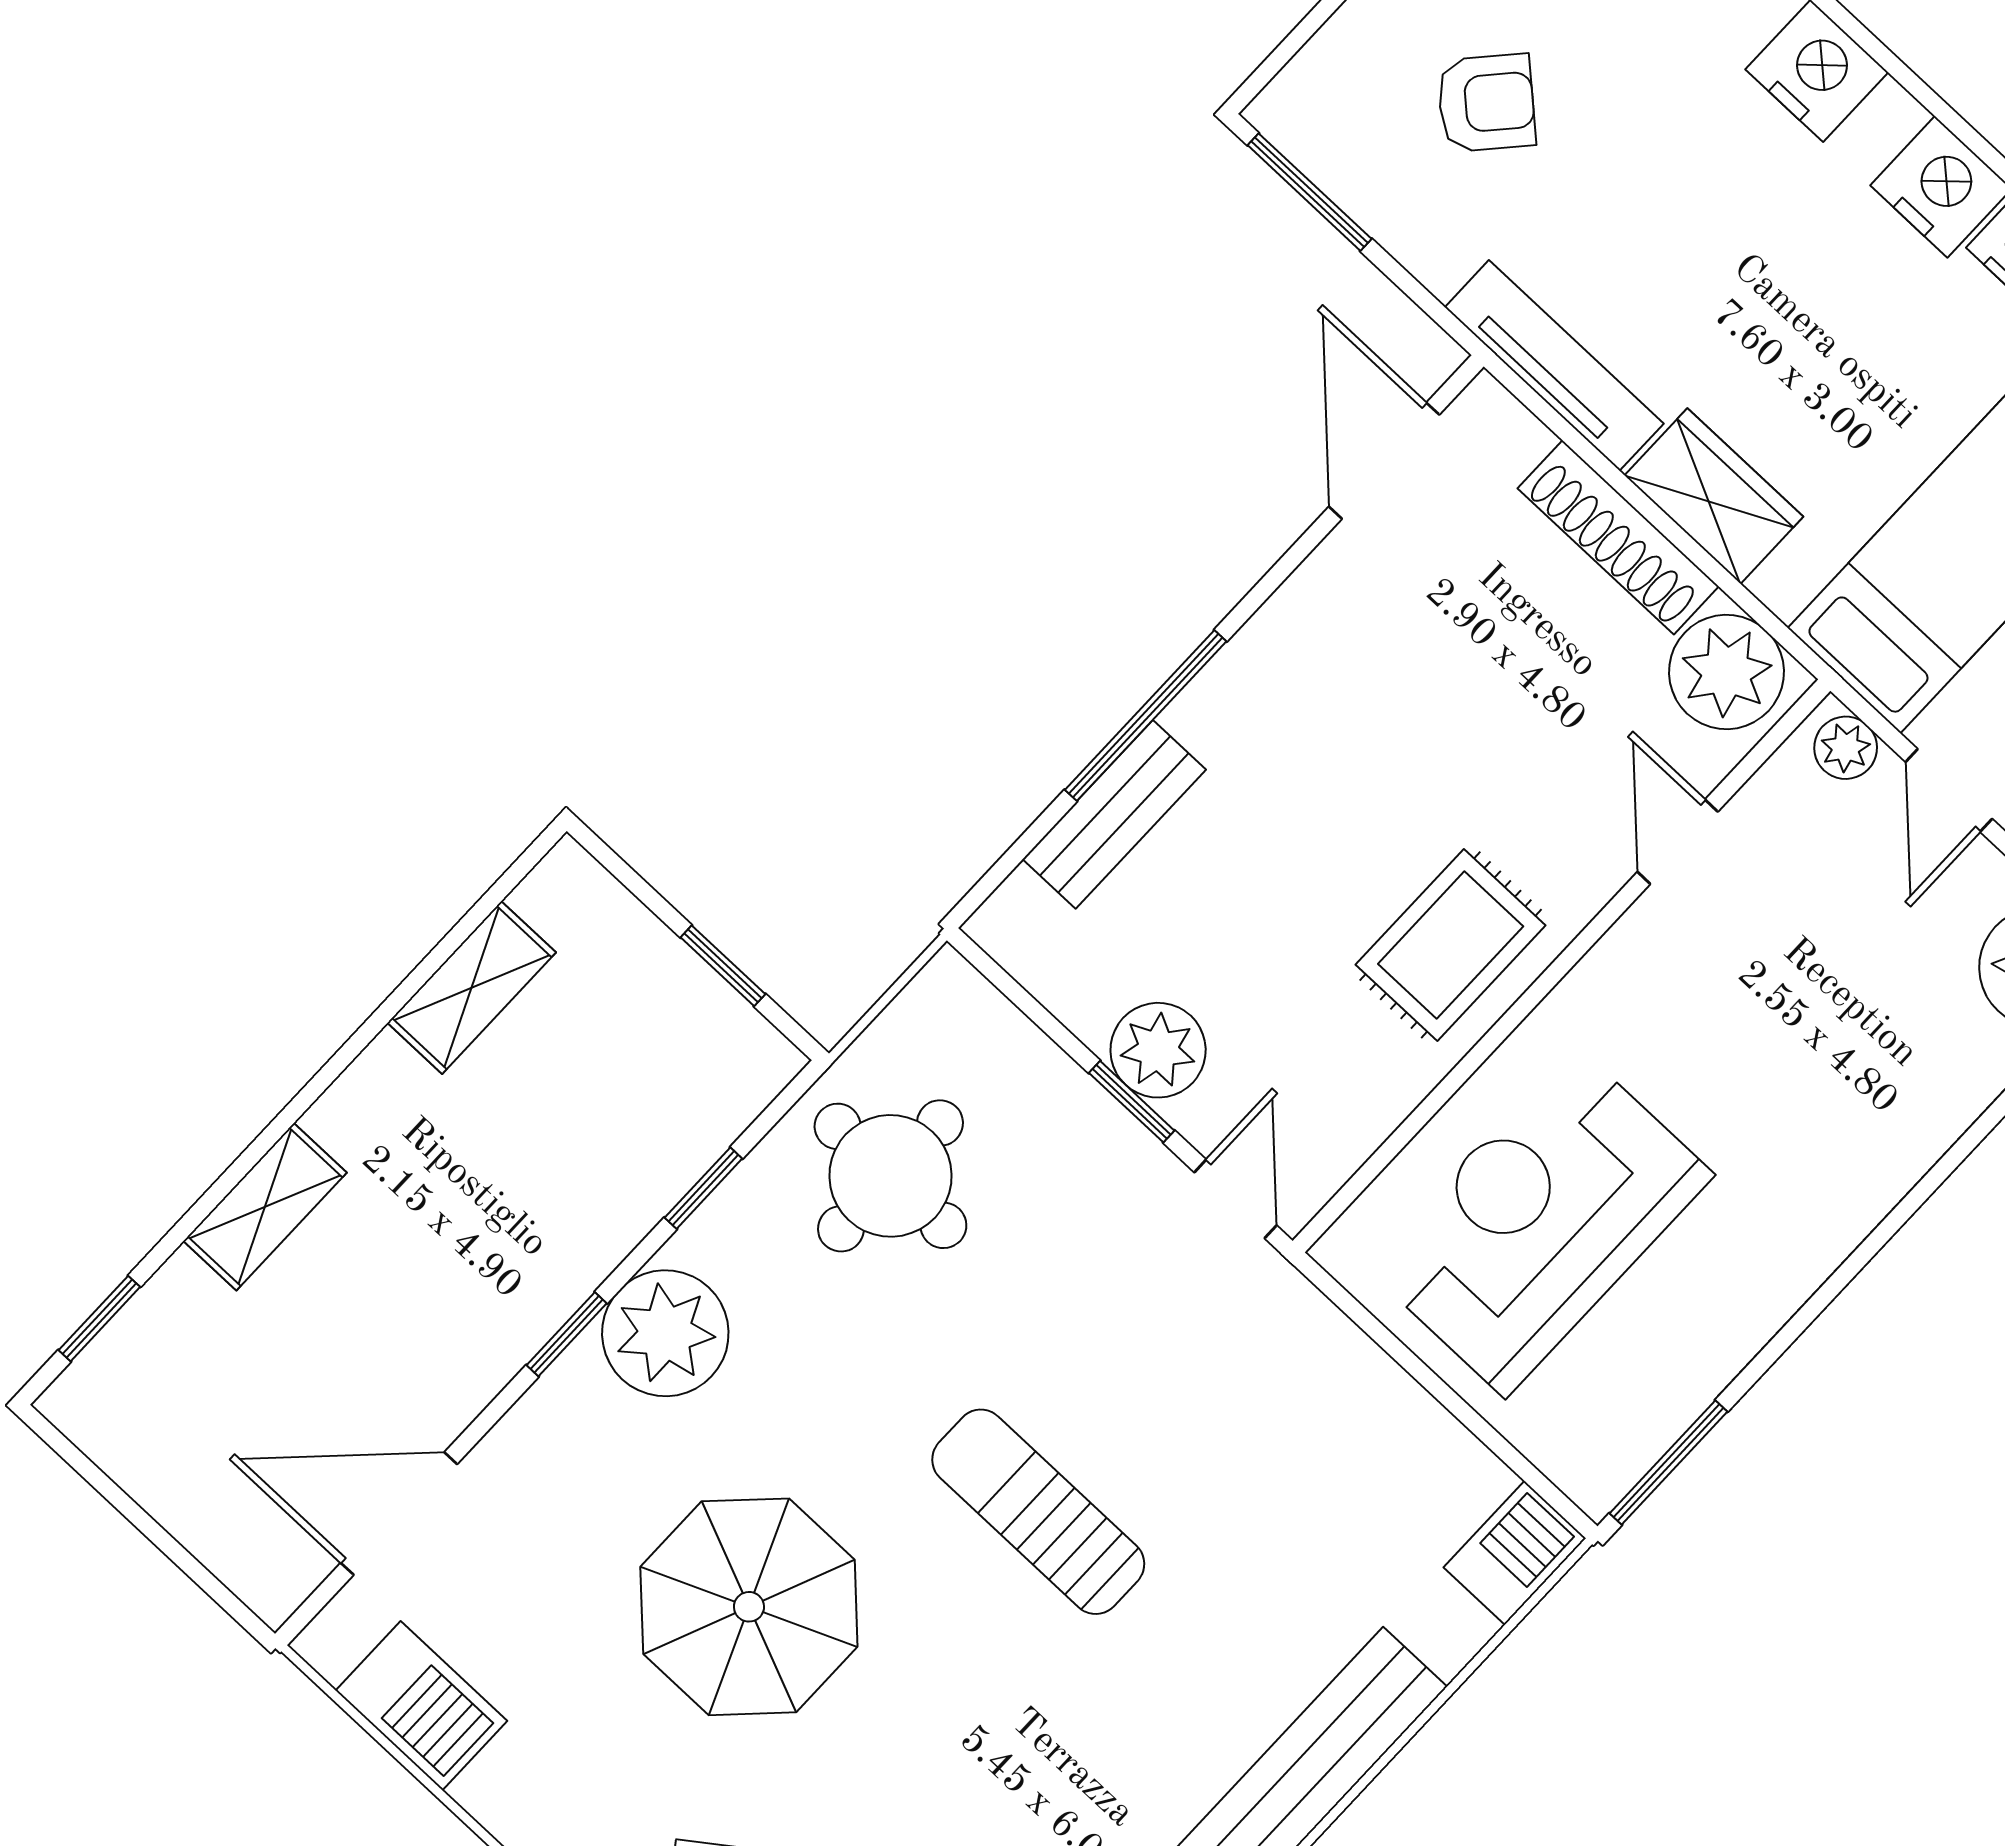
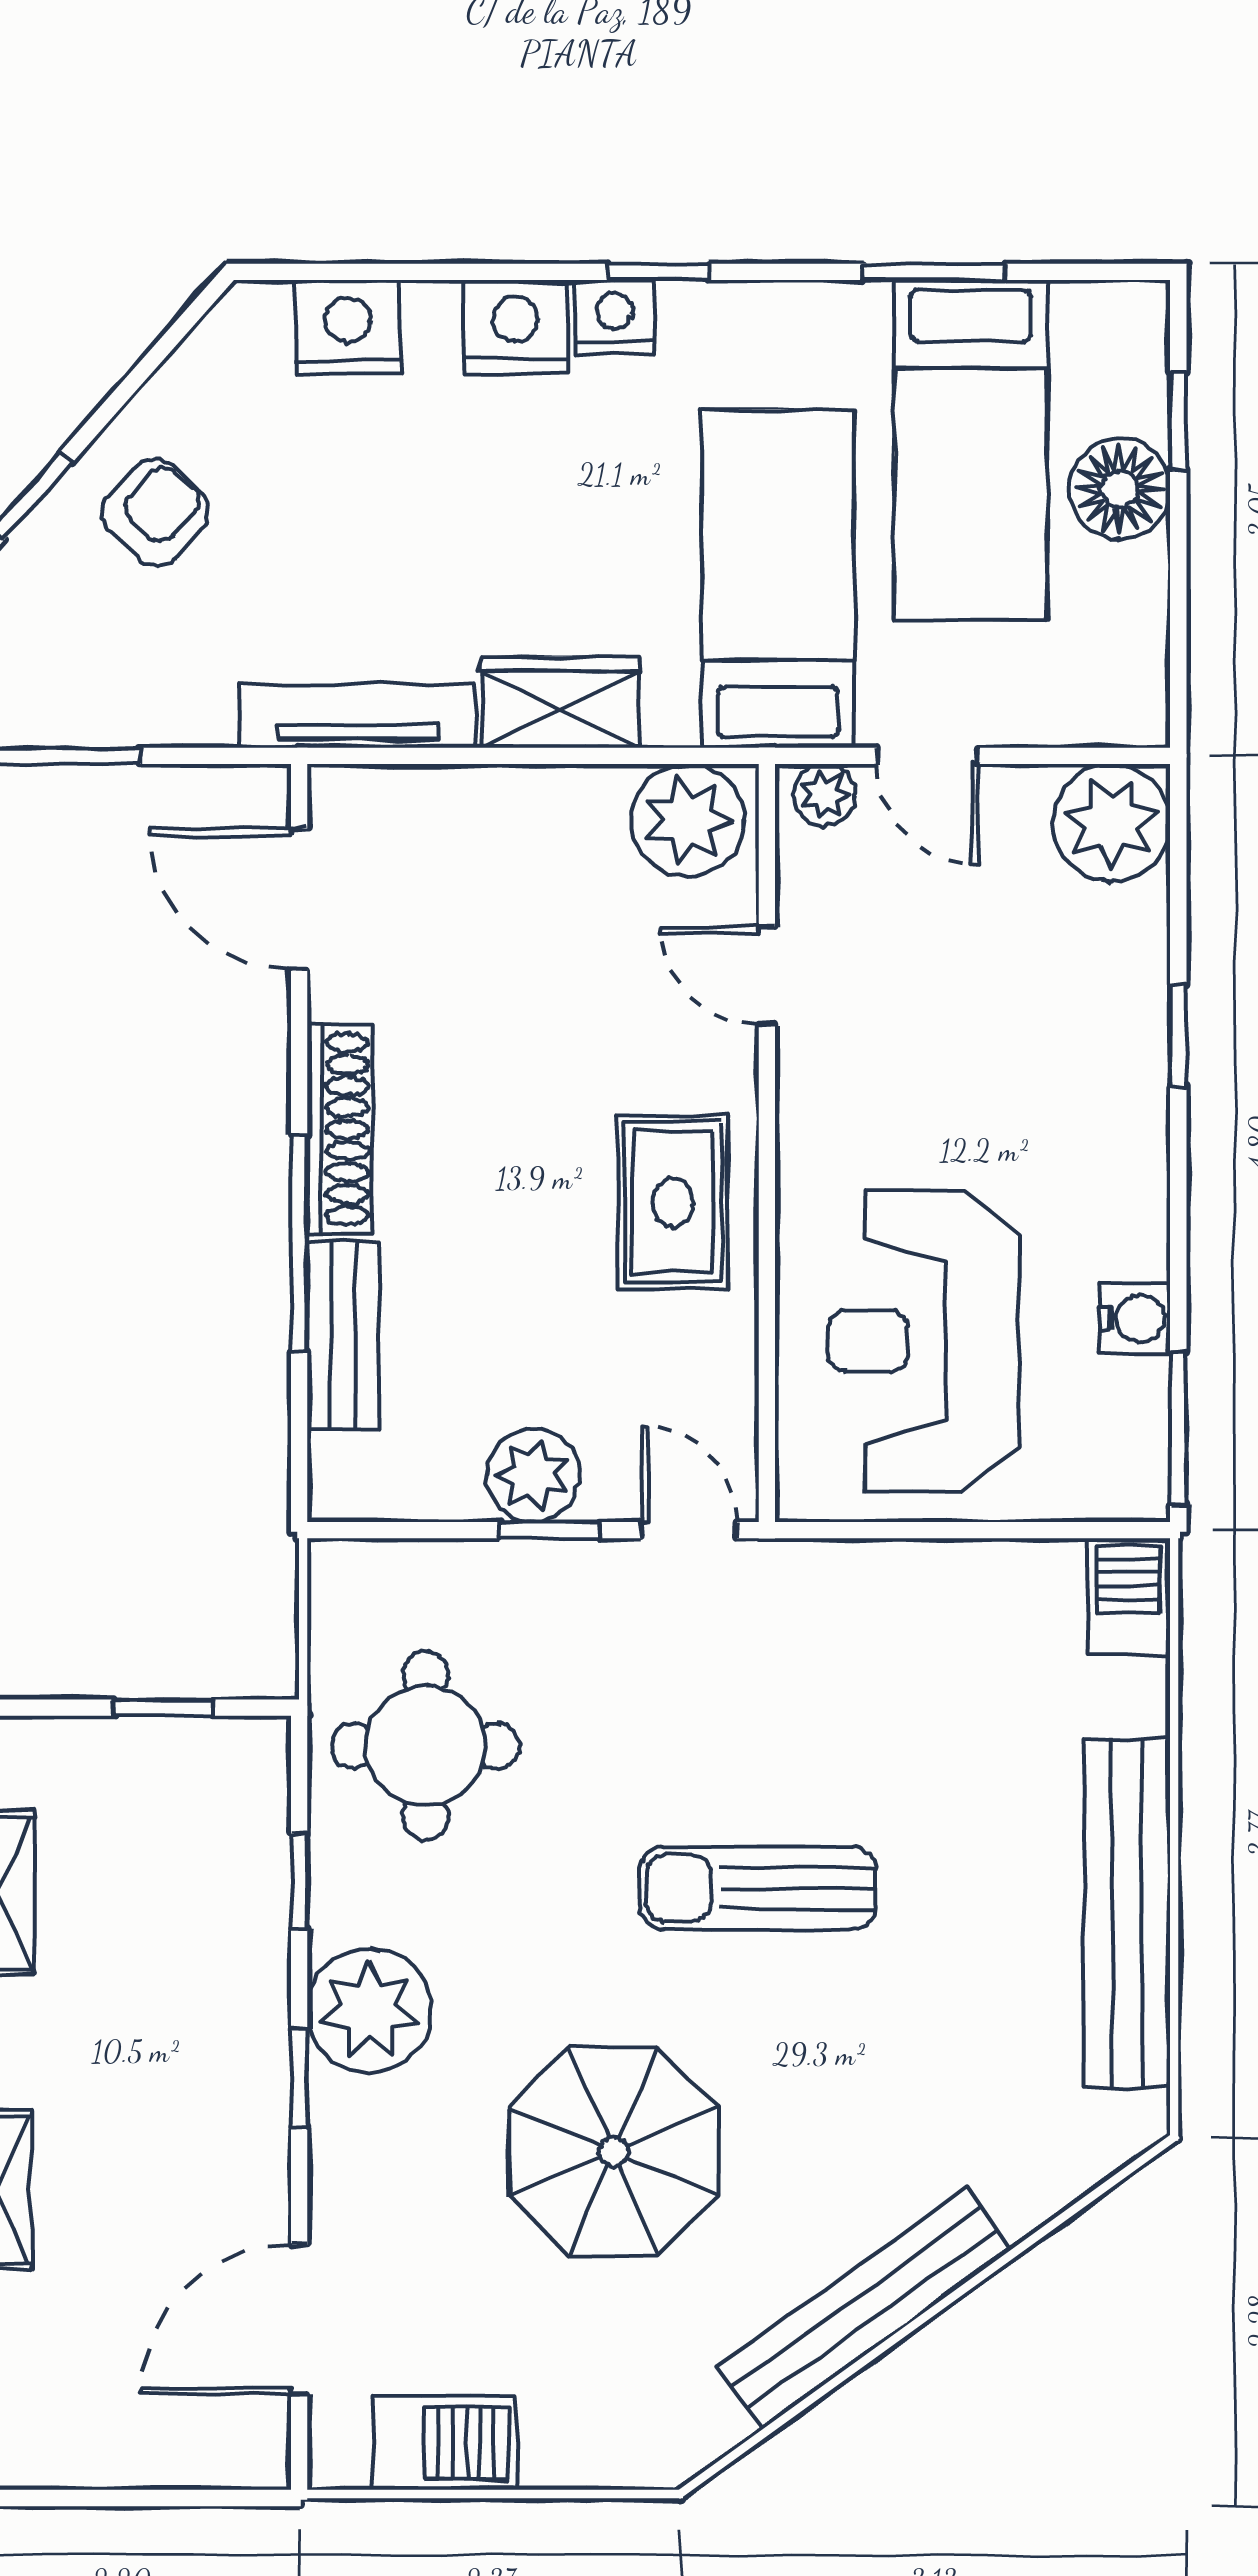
armchair: (1486, 103) -> (155, 512), moved
shoe rack: (1618, 537) -> (340, 1129), moved, turned -90
window: (1941, 1172) -> (1178, 1036), added
water cooler: (1712, 1351) -> (1135, 1318), added

